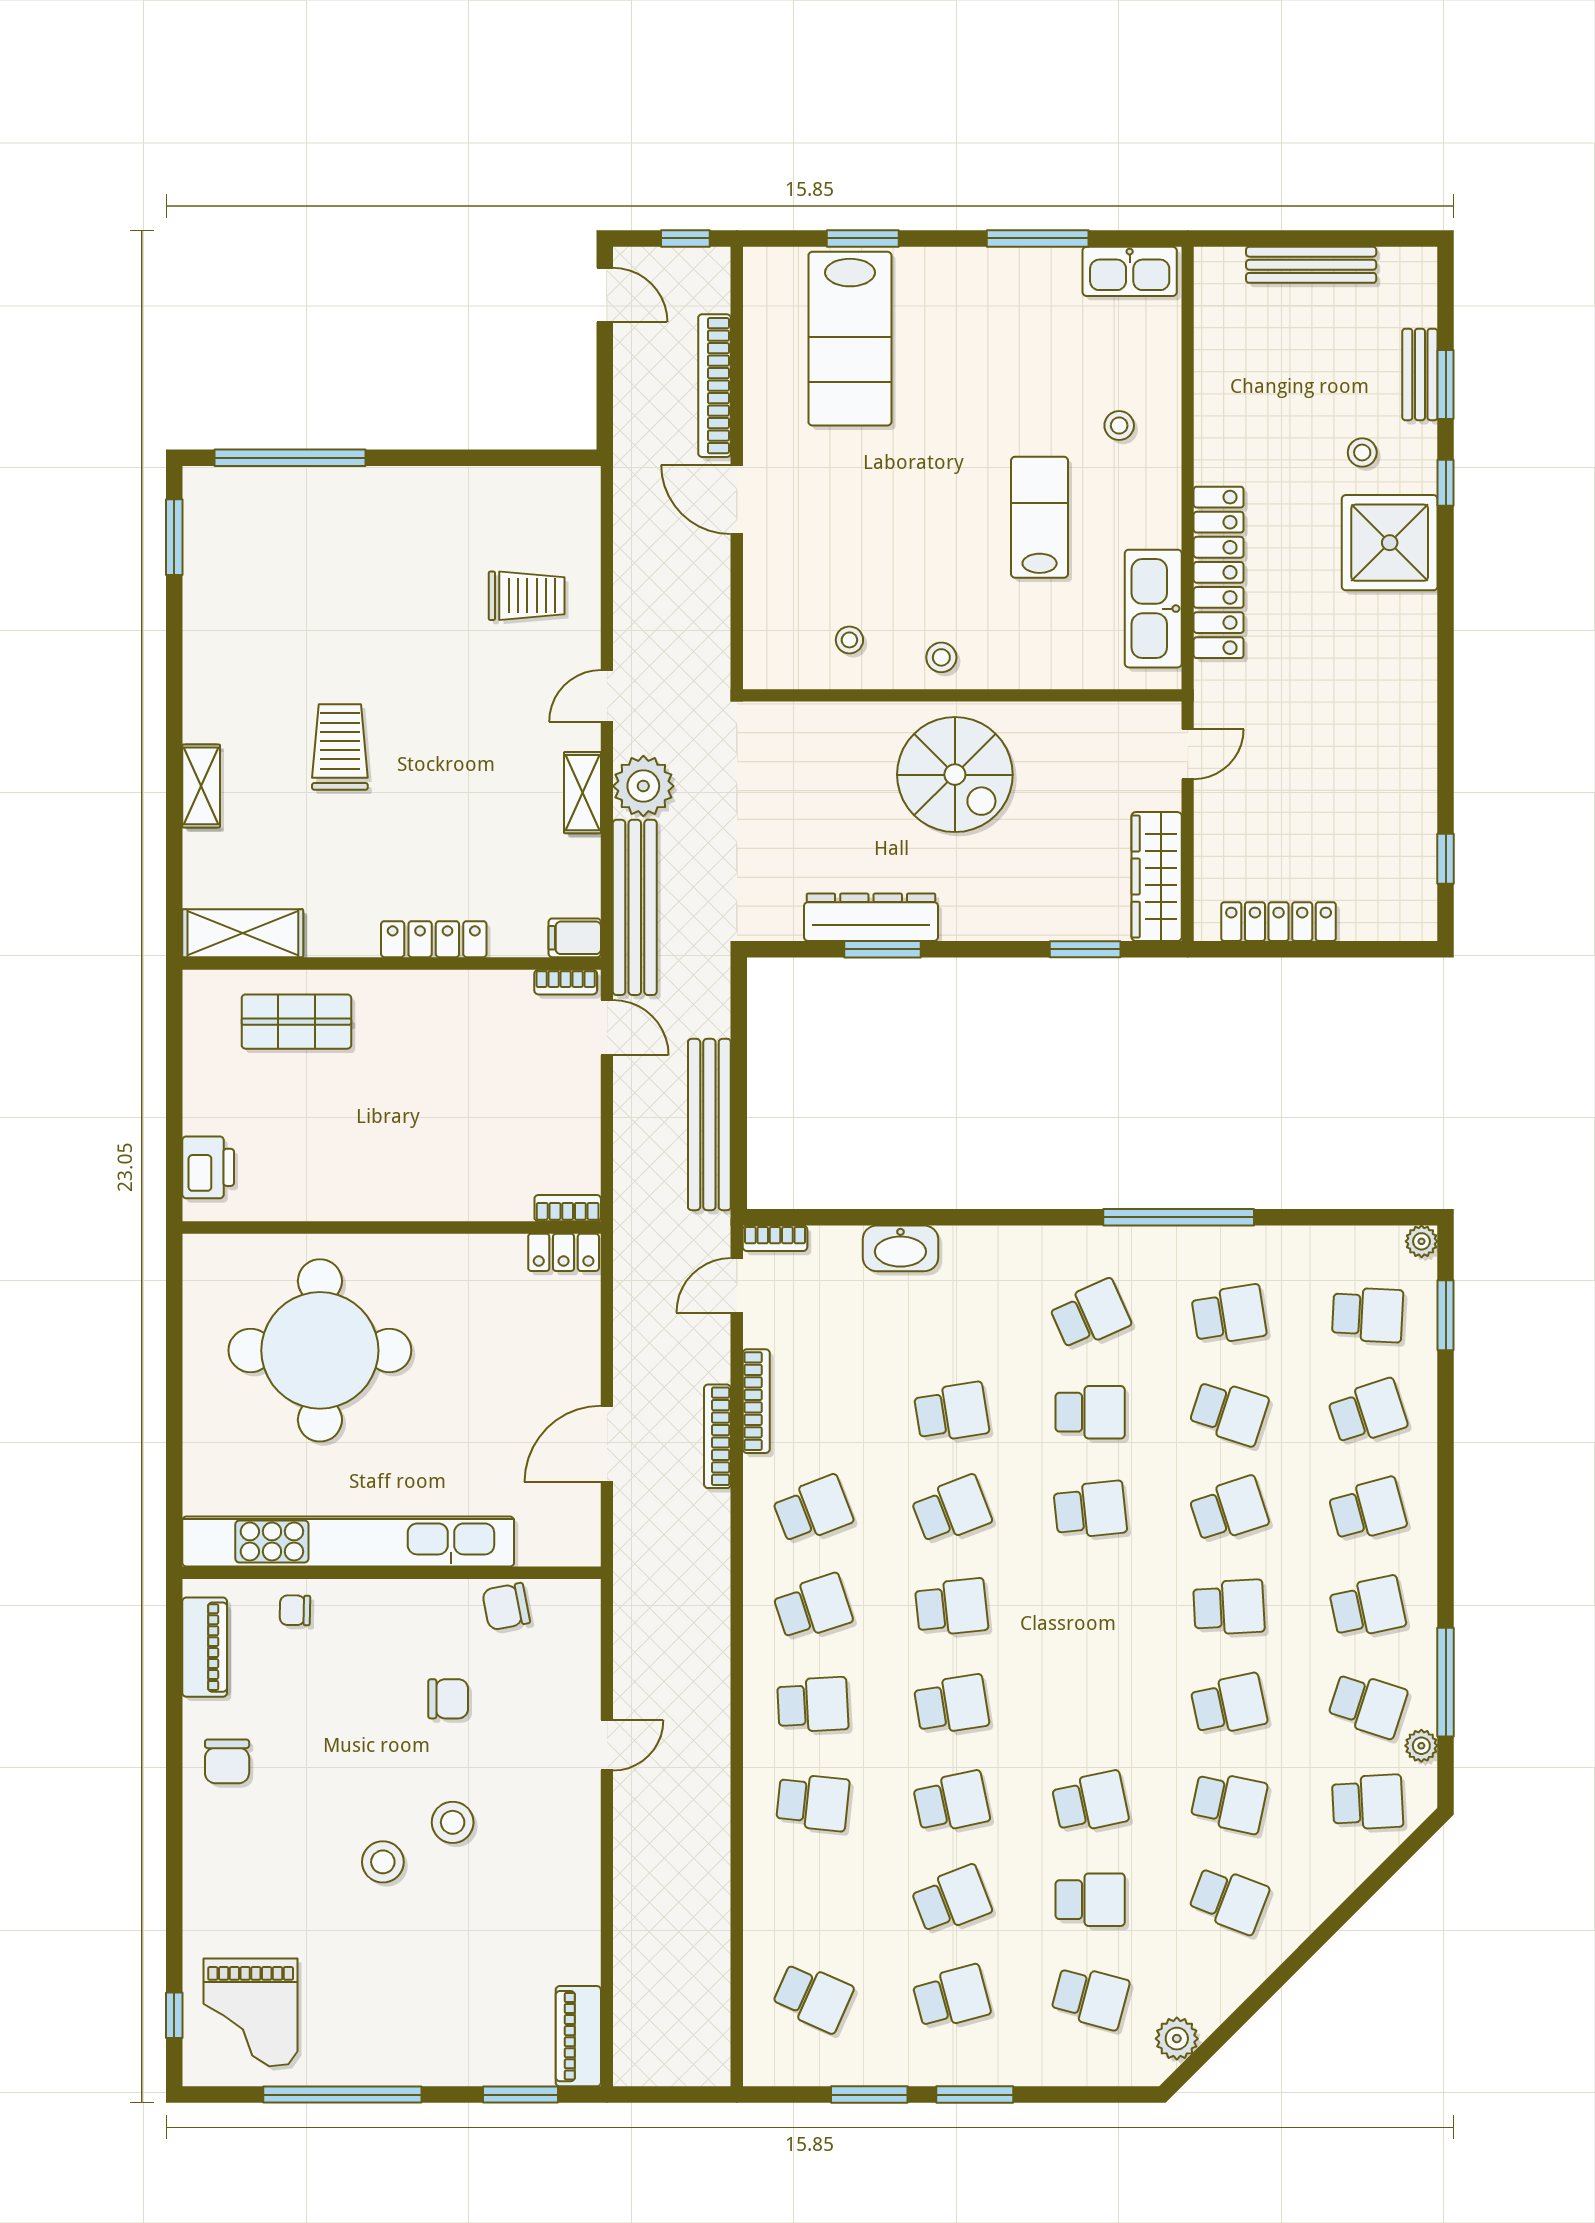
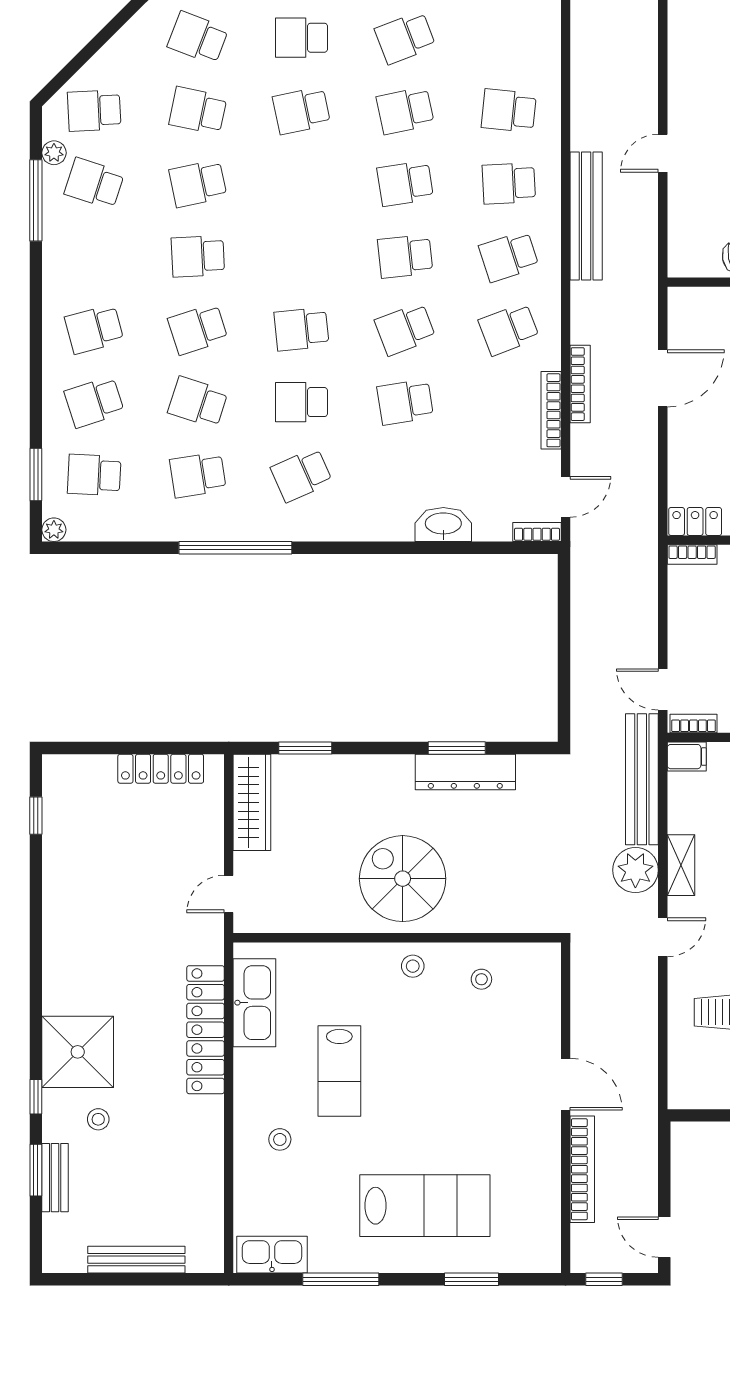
lab bench: (850, 339) -> (425, 1206), moved, turned 90
bench: (709, 1125) -> (586, 216), moved
school desk: (1368, 1607) -> (94, 256), removed

